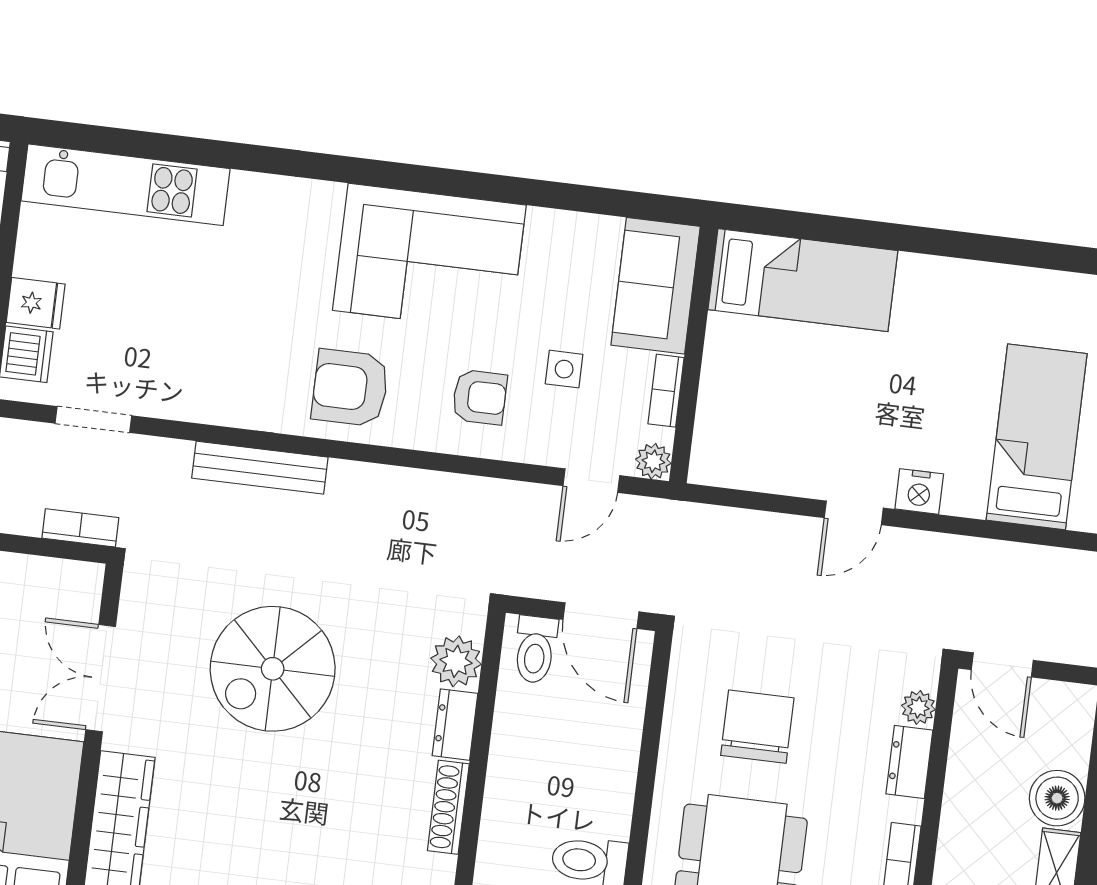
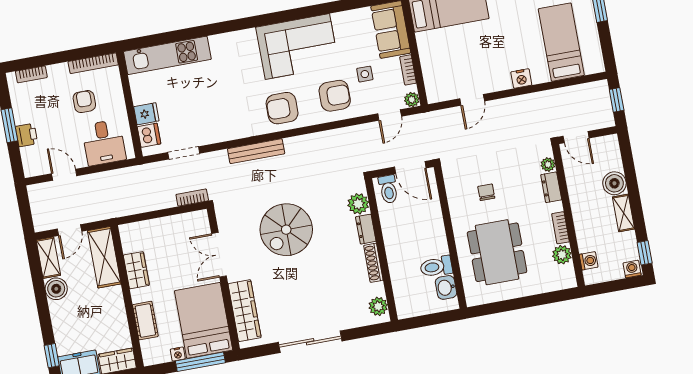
armchair: (480, 397) -> (335, 96), width x1.38, depth x1.38
door: (854, 513) -> (472, 100), moved
chair: (757, 727) -> (486, 192), width x0.54, depth x0.54

